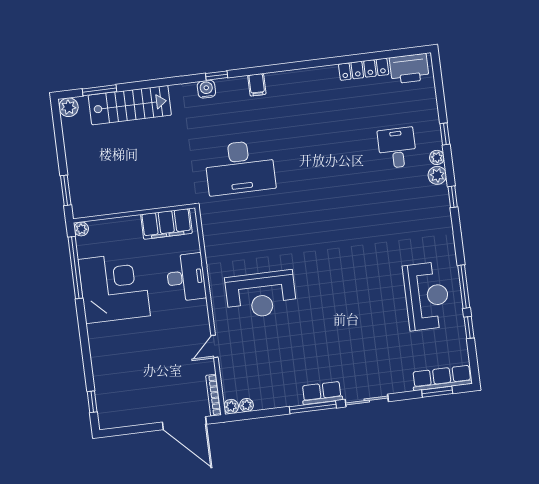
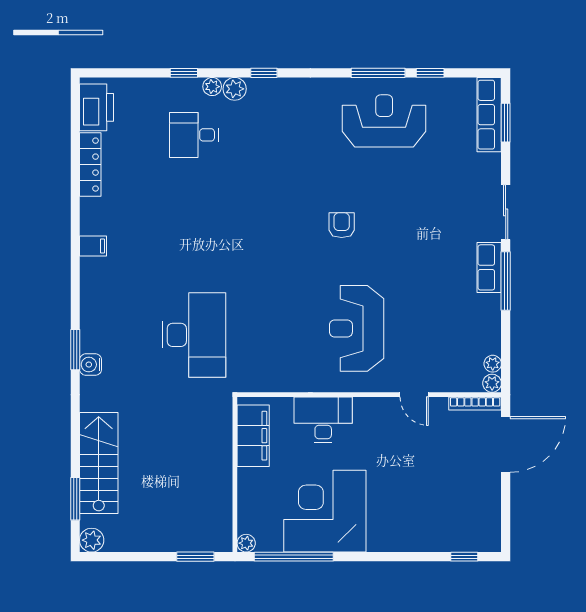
window: (217, 76) -> (75, 350), width x1.50
filing cabinet: (257, 85) -> (93, 246), moved
armchair: (341, 273) -> (342, 225), added
reception desk: (261, 295) -> (357, 328), turned 180

